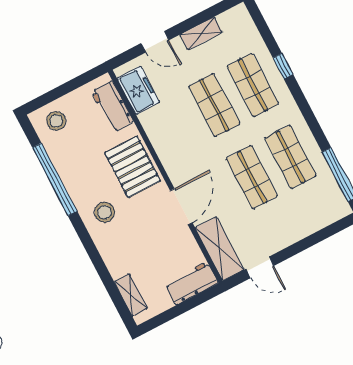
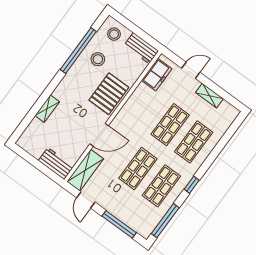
door: (155, 42) -> (191, 70), swing flipped
window: (283, 66) -> (192, 185), moved
workbench: (112, 106) -> (141, 48), moved, turned -90
stool: (105, 212) -> (98, 59), moved
window: (314, 239) -> (119, 224), added
shelving: (131, 295) -> (47, 109), moved

